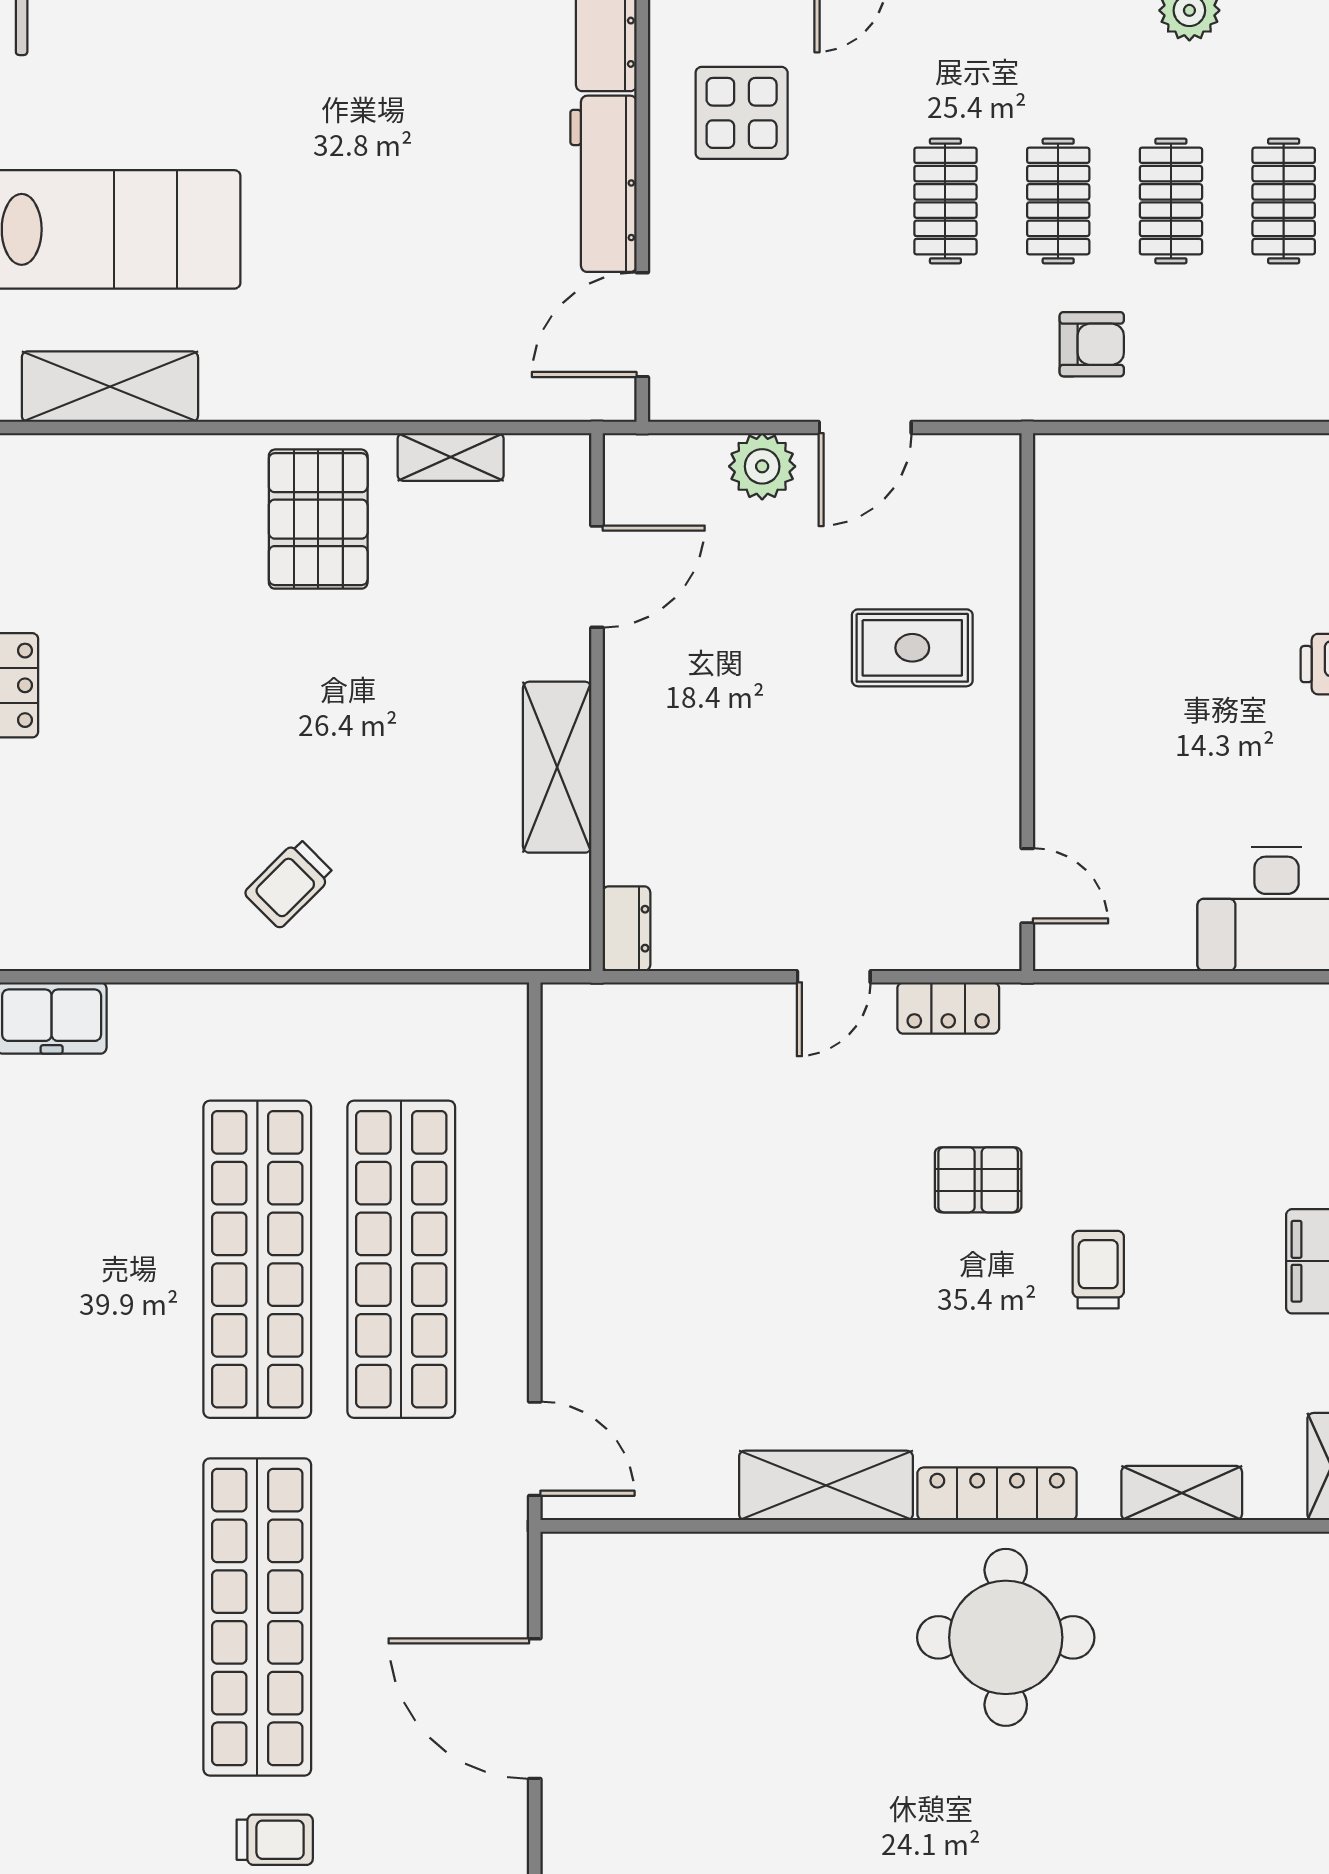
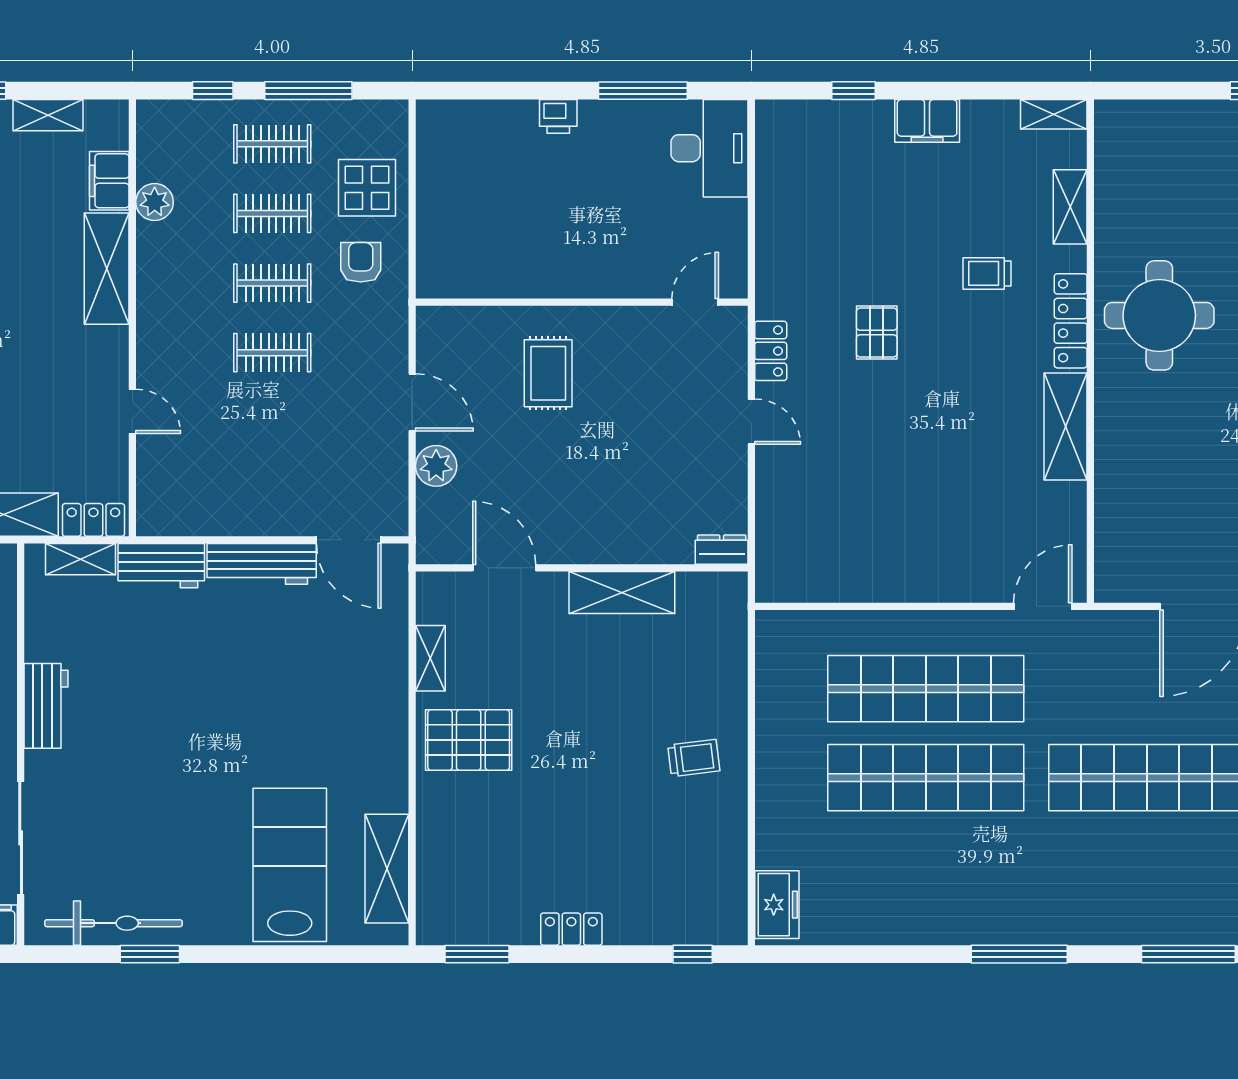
display table: (742, 113) -> (367, 188), moved
trolley: (289, 883) -> (694, 758), turned -52
trolley: (1098, 1270) -> (987, 273), moved

